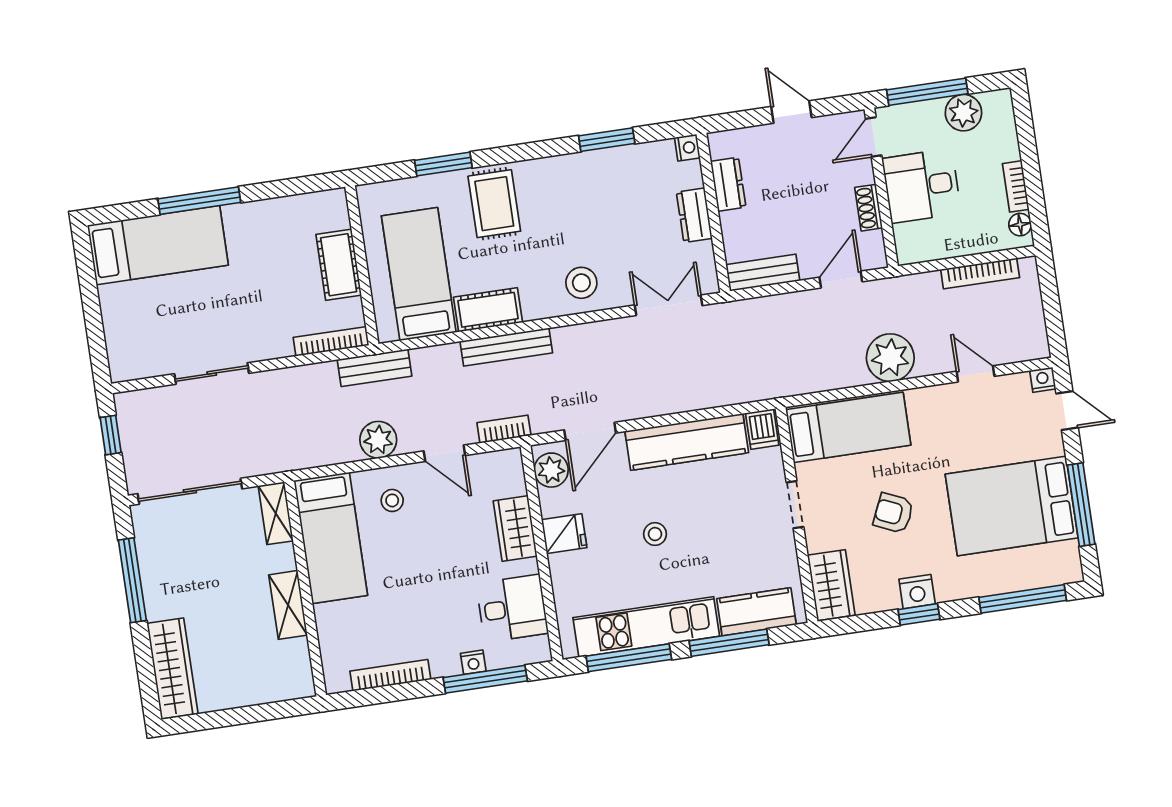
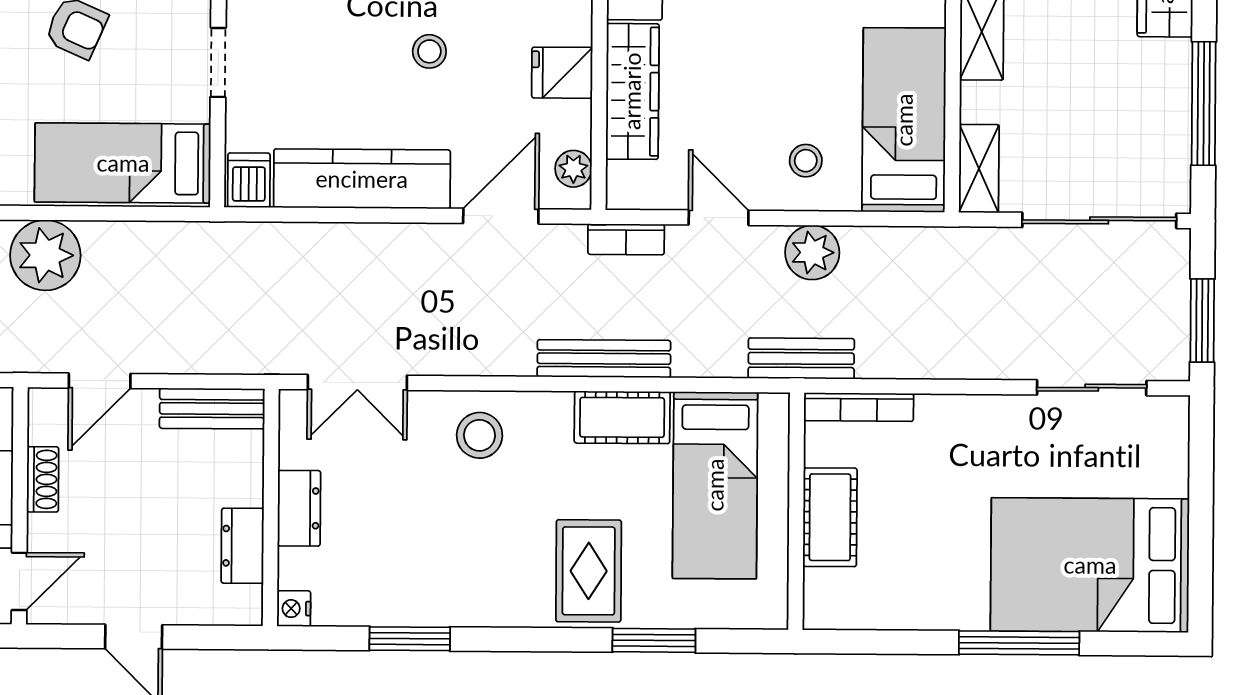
bed: (158, 245) -> (1090, 565), width x1.50
sliding door: (212, 374) -> (1092, 388), moved
window: (111, 435) -> (1202, 321), width x1.50
plant: (551, 470) -> (573, 169), width x0.73, depth x0.73
wardrobe: (515, 529) -> (632, 91), width x1.50

